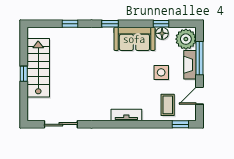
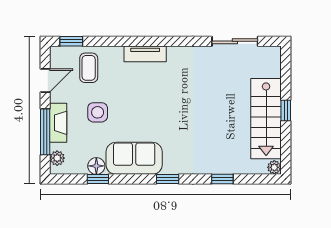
plant: (32, 32) -> (274, 167), added
plant: (186, 39) -> (57, 158), width x0.53, depth x0.53

